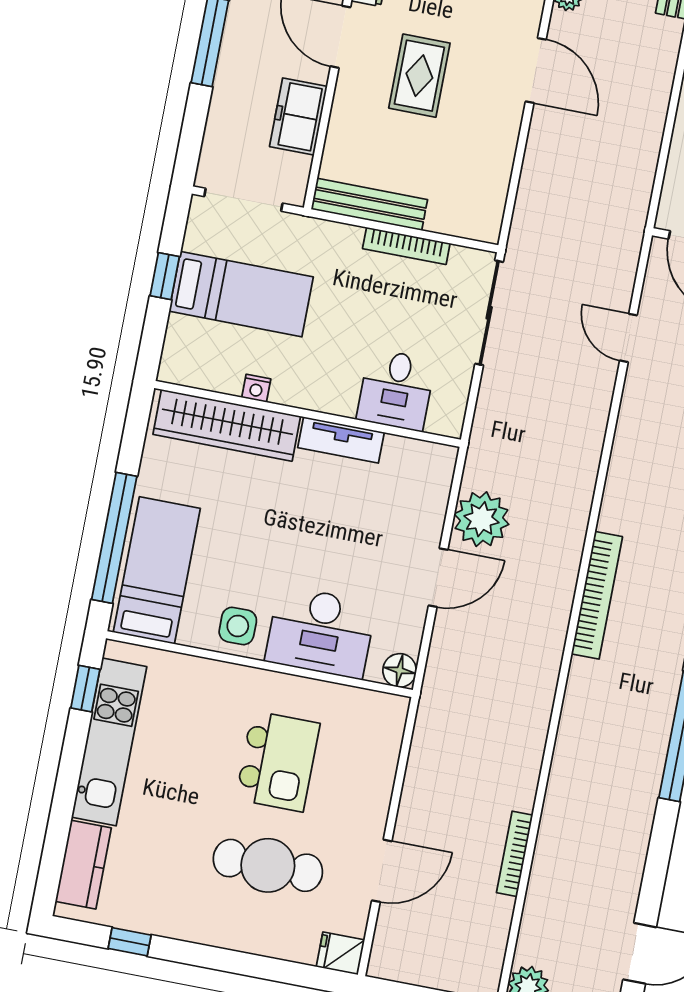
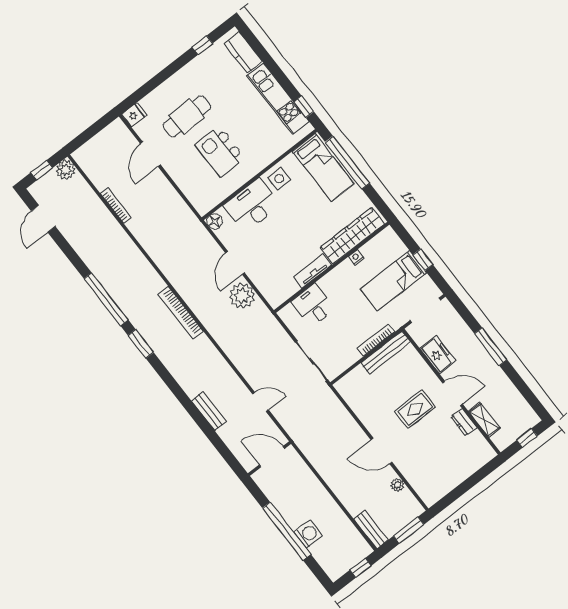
rug: (419, 76) -> (415, 409), turned 90
bookcase: (406, 246) -> (376, 340), moved

